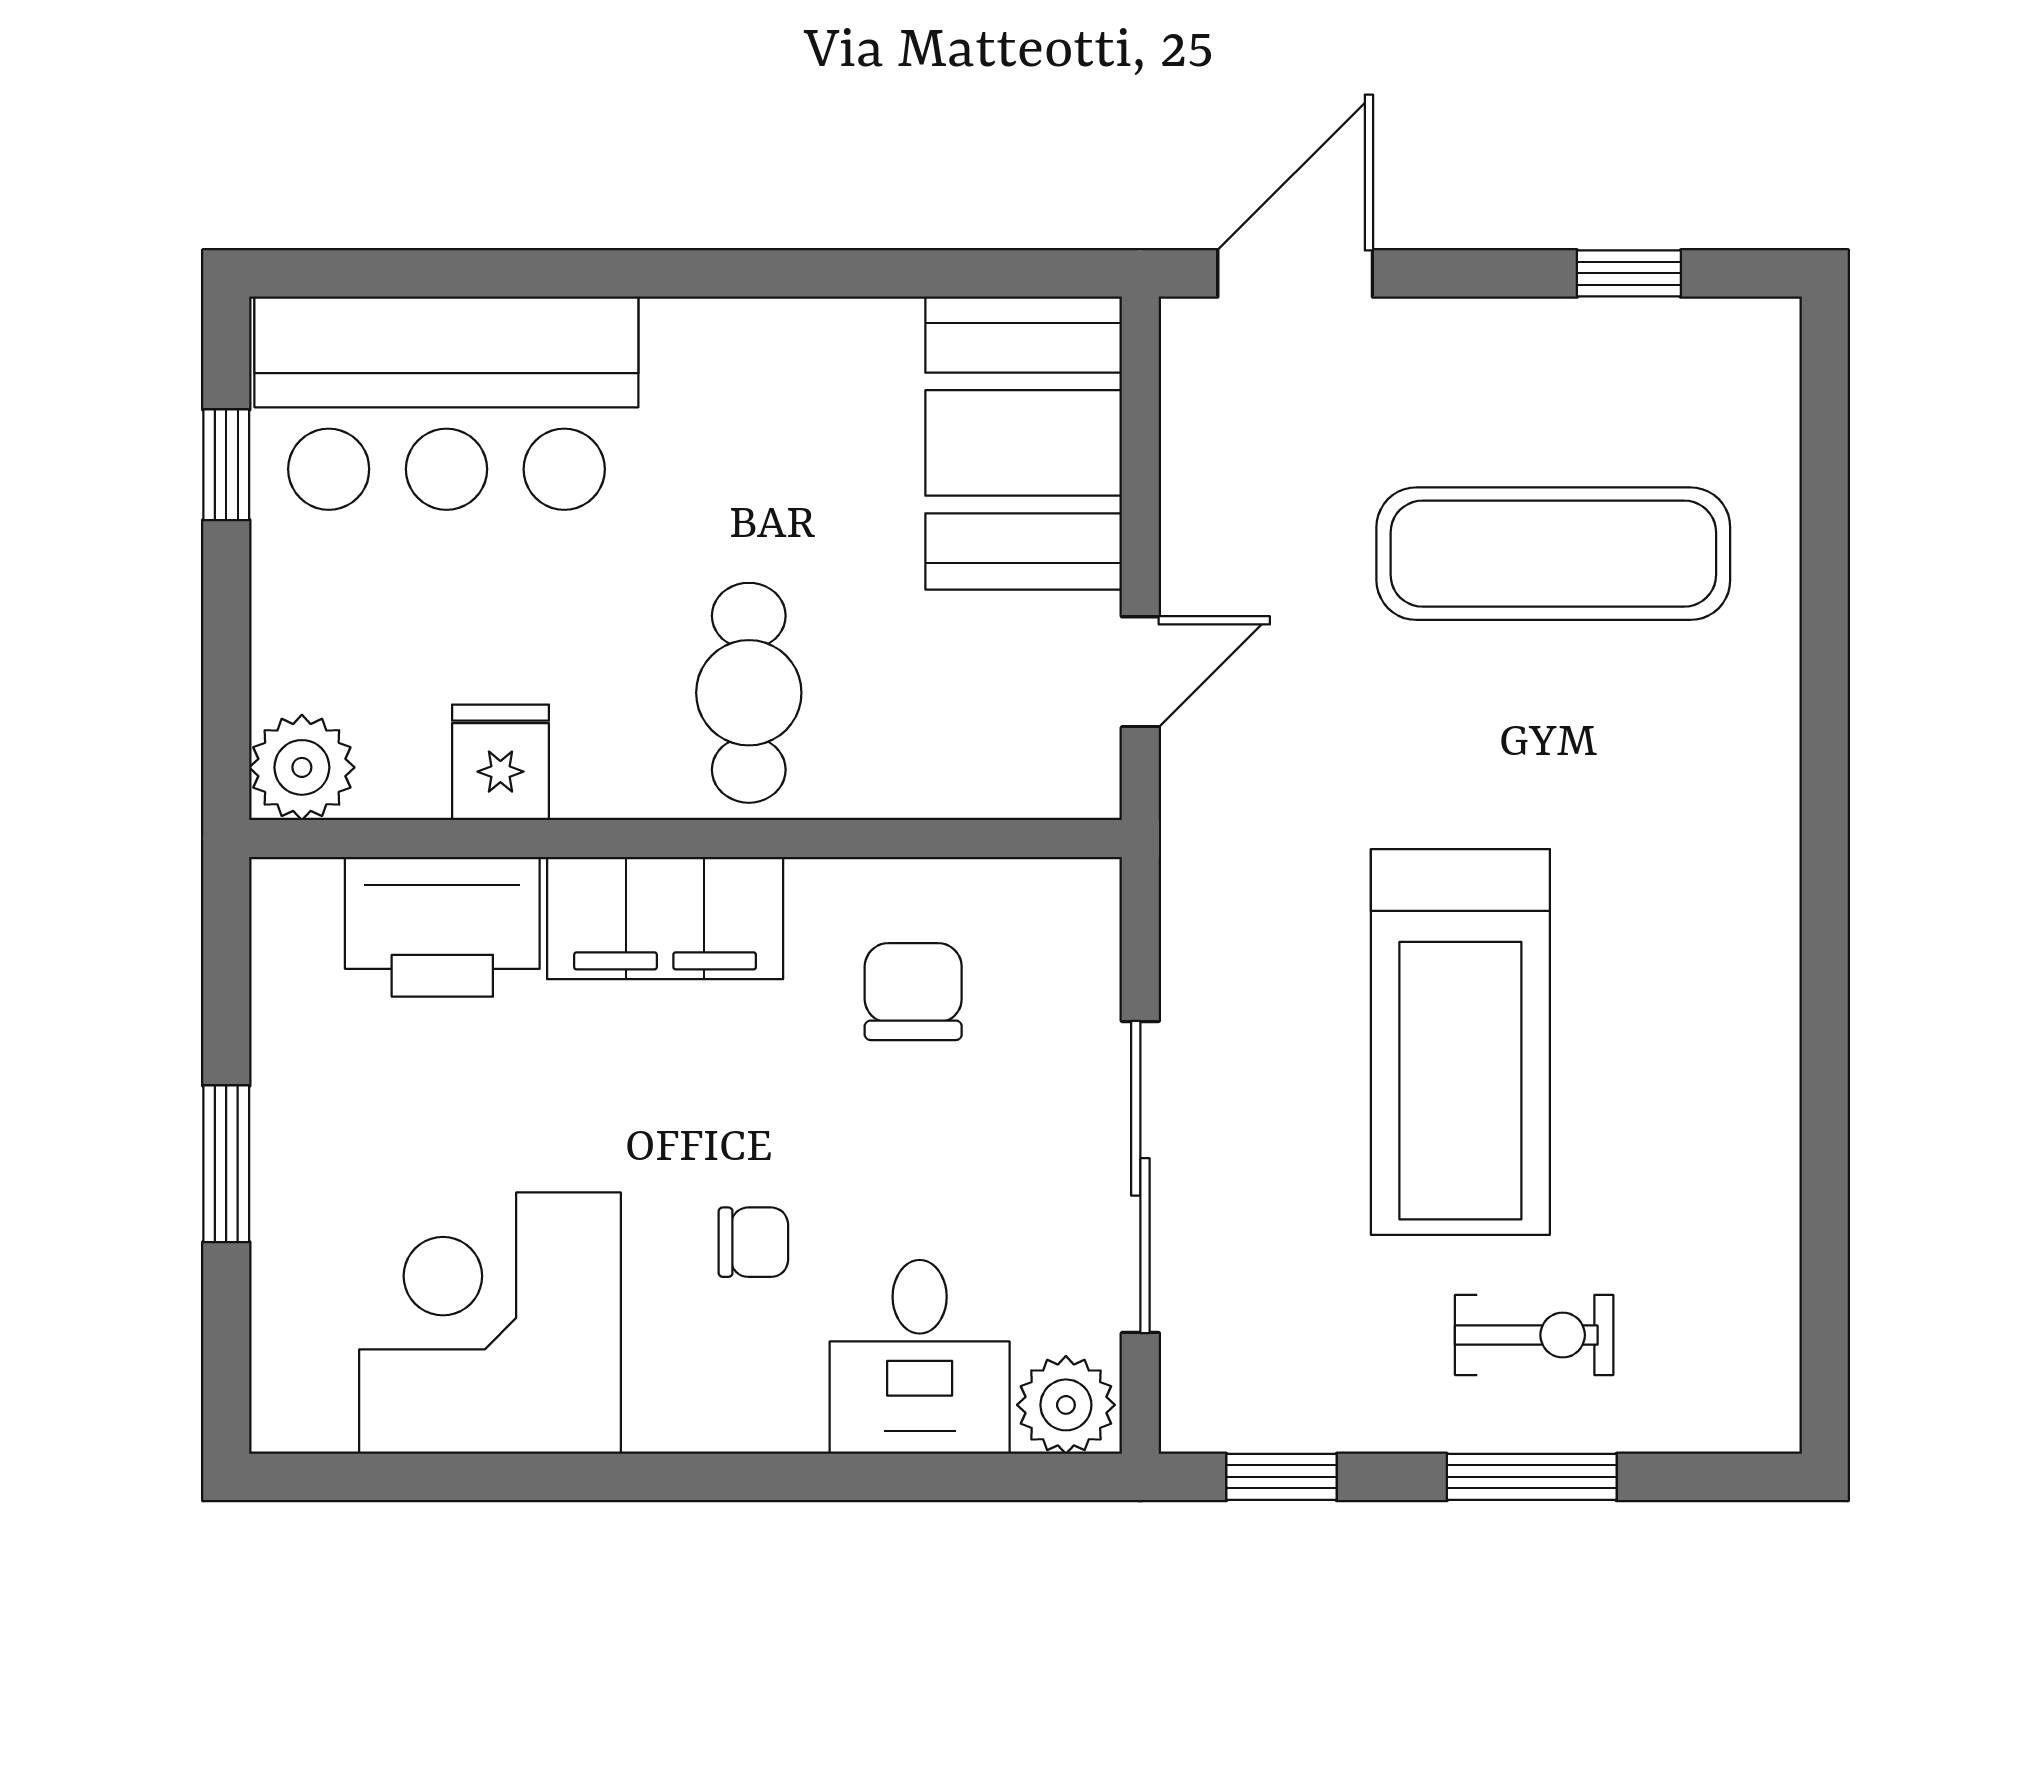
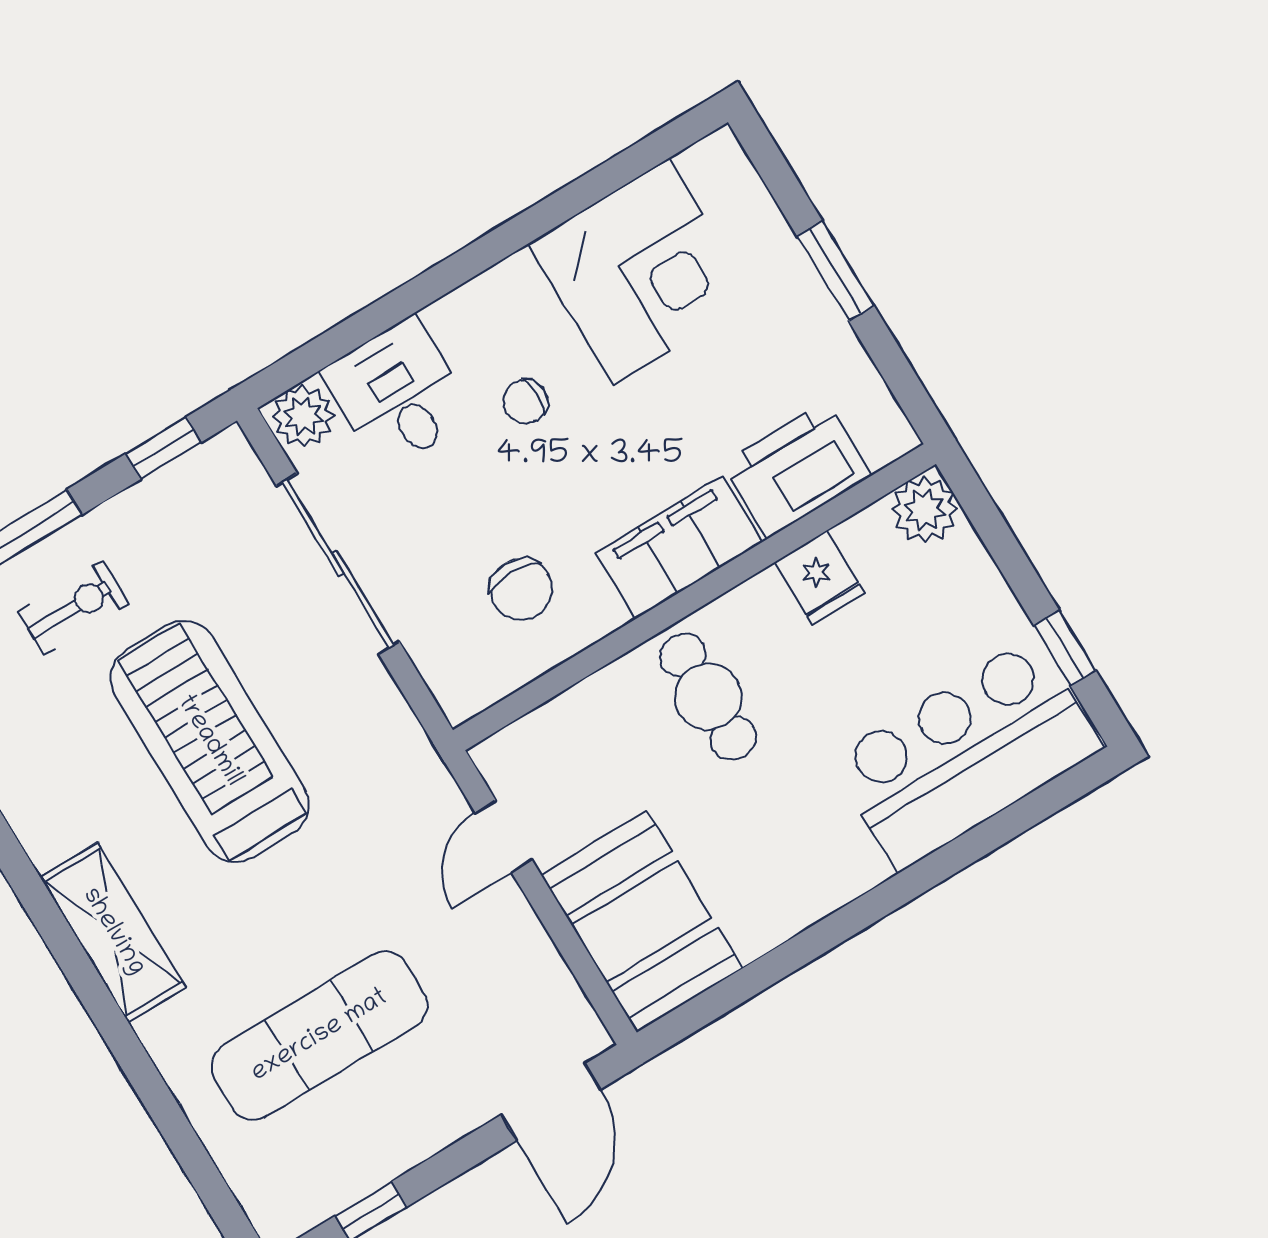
shelving: (1748, 863) -> (113, 932), added
exercise bike: (1534, 1335) -> (74, 608), turned 180

